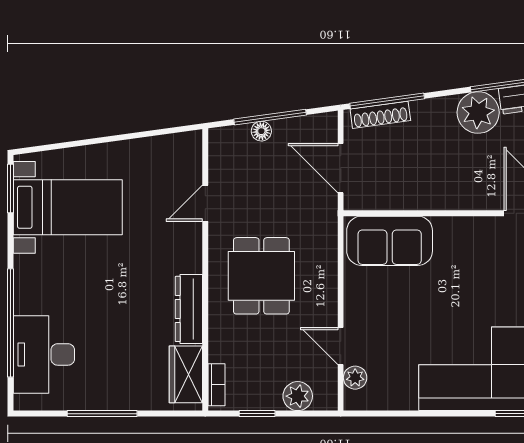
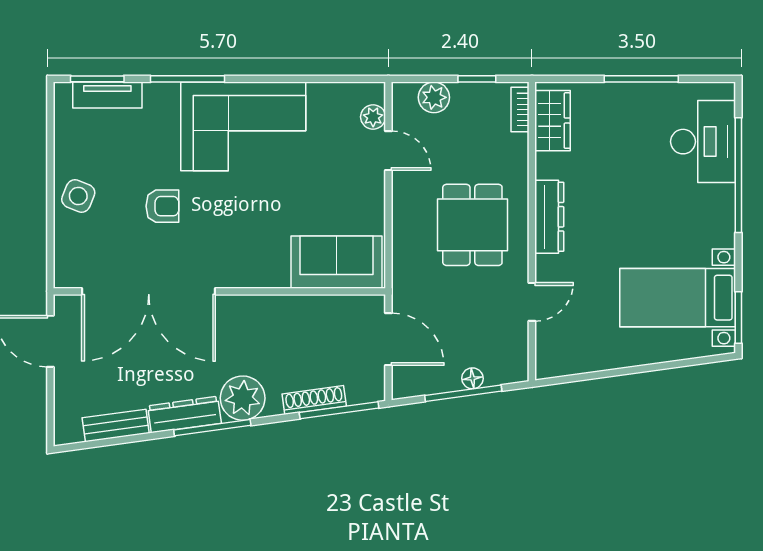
shoe rack: (380, 115) -> (314, 400), moved
dresser: (189, 309) -> (549, 217), moved

